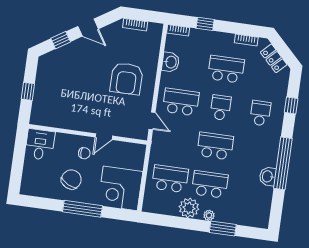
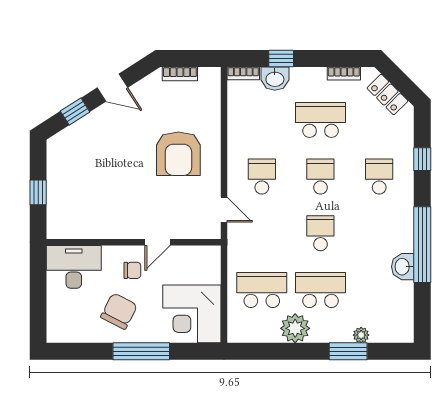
washbasin: (171, 62) -> (275, 79), moved, turned 90
school desk: (181, 102) -> (262, 177), width x0.54
desk: (40, 145) -> (74, 267), width x1.37
school desk: (215, 146) -> (320, 233), width x0.54
plant: (209, 215) -> (361, 335), moved

